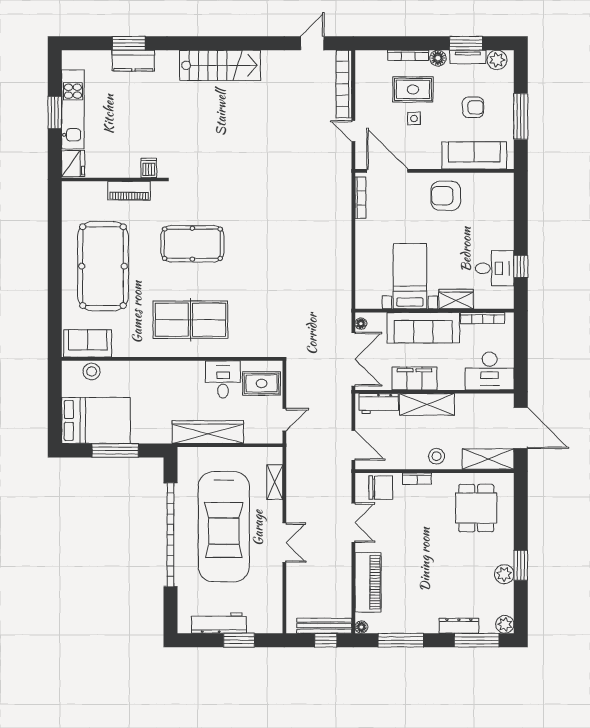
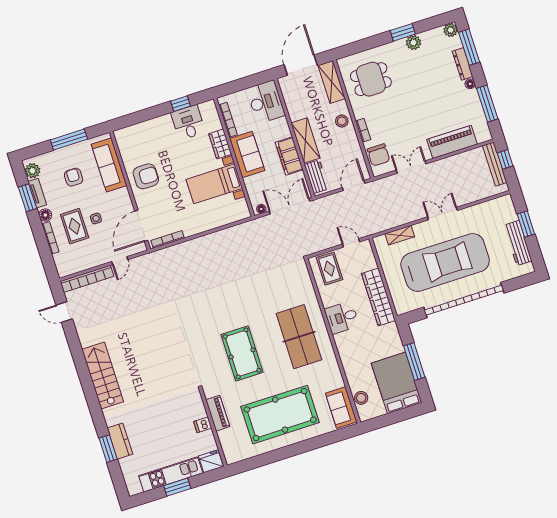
dishwasher: (149, 168) -> (203, 425), moved
armchair: (446, 196) -> (146, 176), turned -90
sofa: (423, 328) -> (247, 155), width x0.73
desk: (223, 379) -> (342, 318), moved
chair: (381, 488) -> (379, 155), turned 180
floor lamp: (361, 627) -> (470, 84), moved

